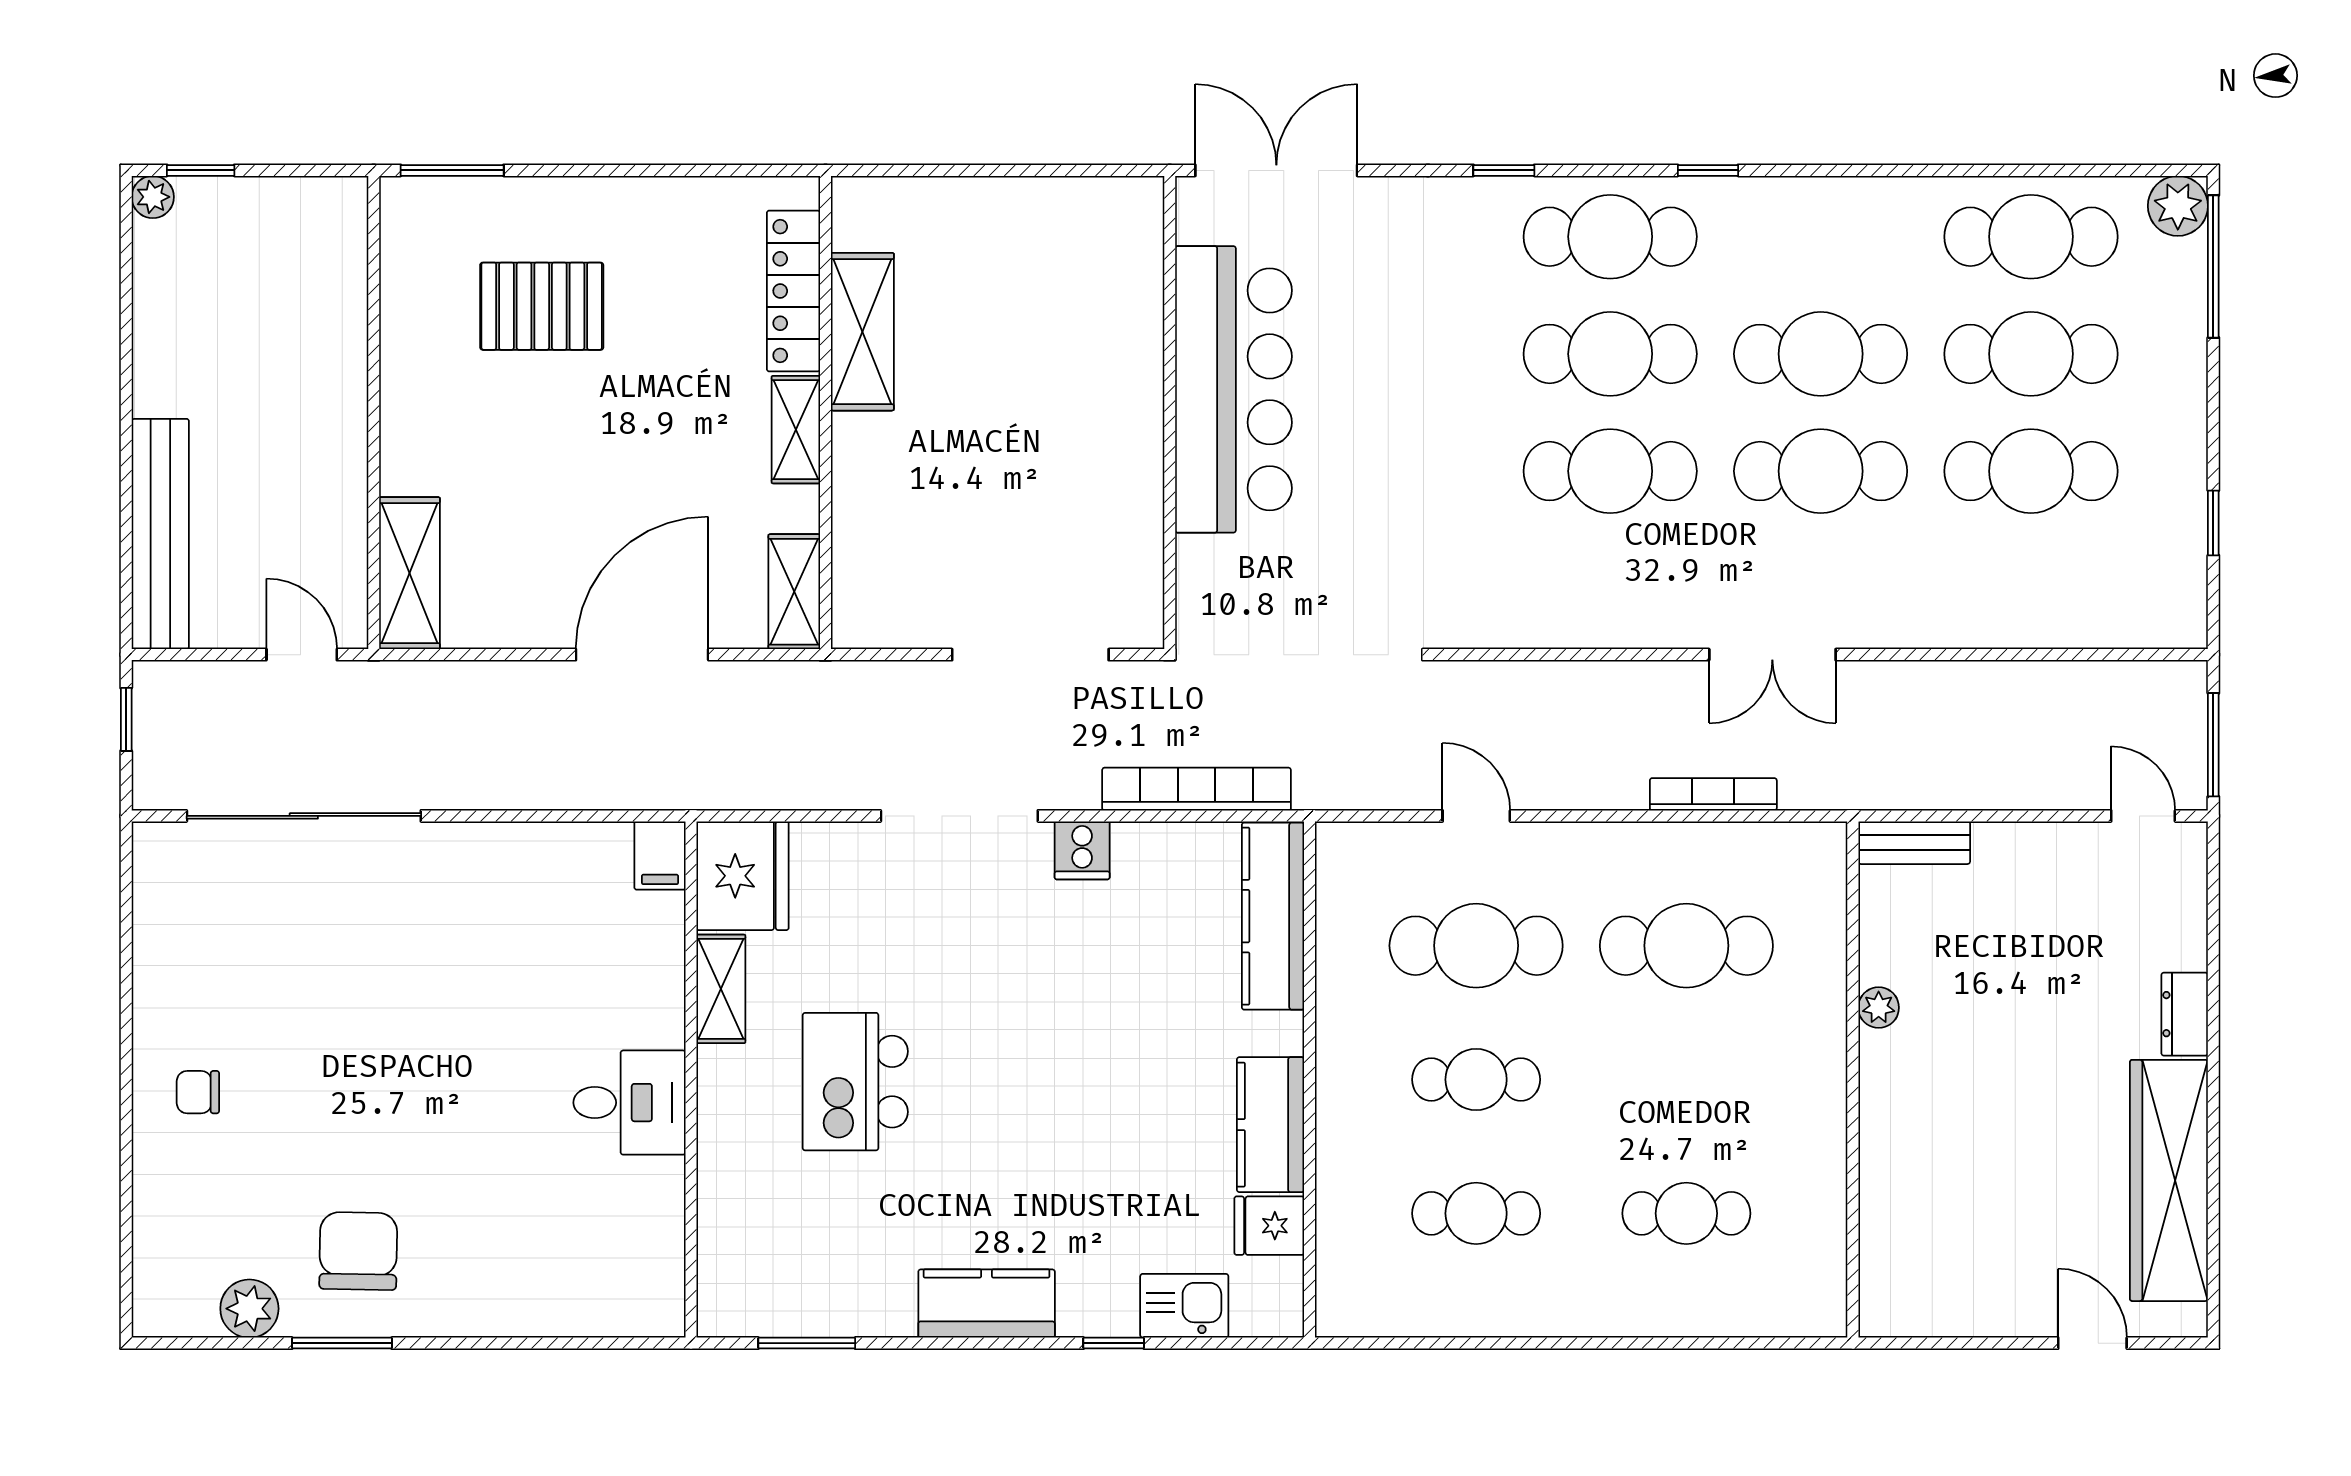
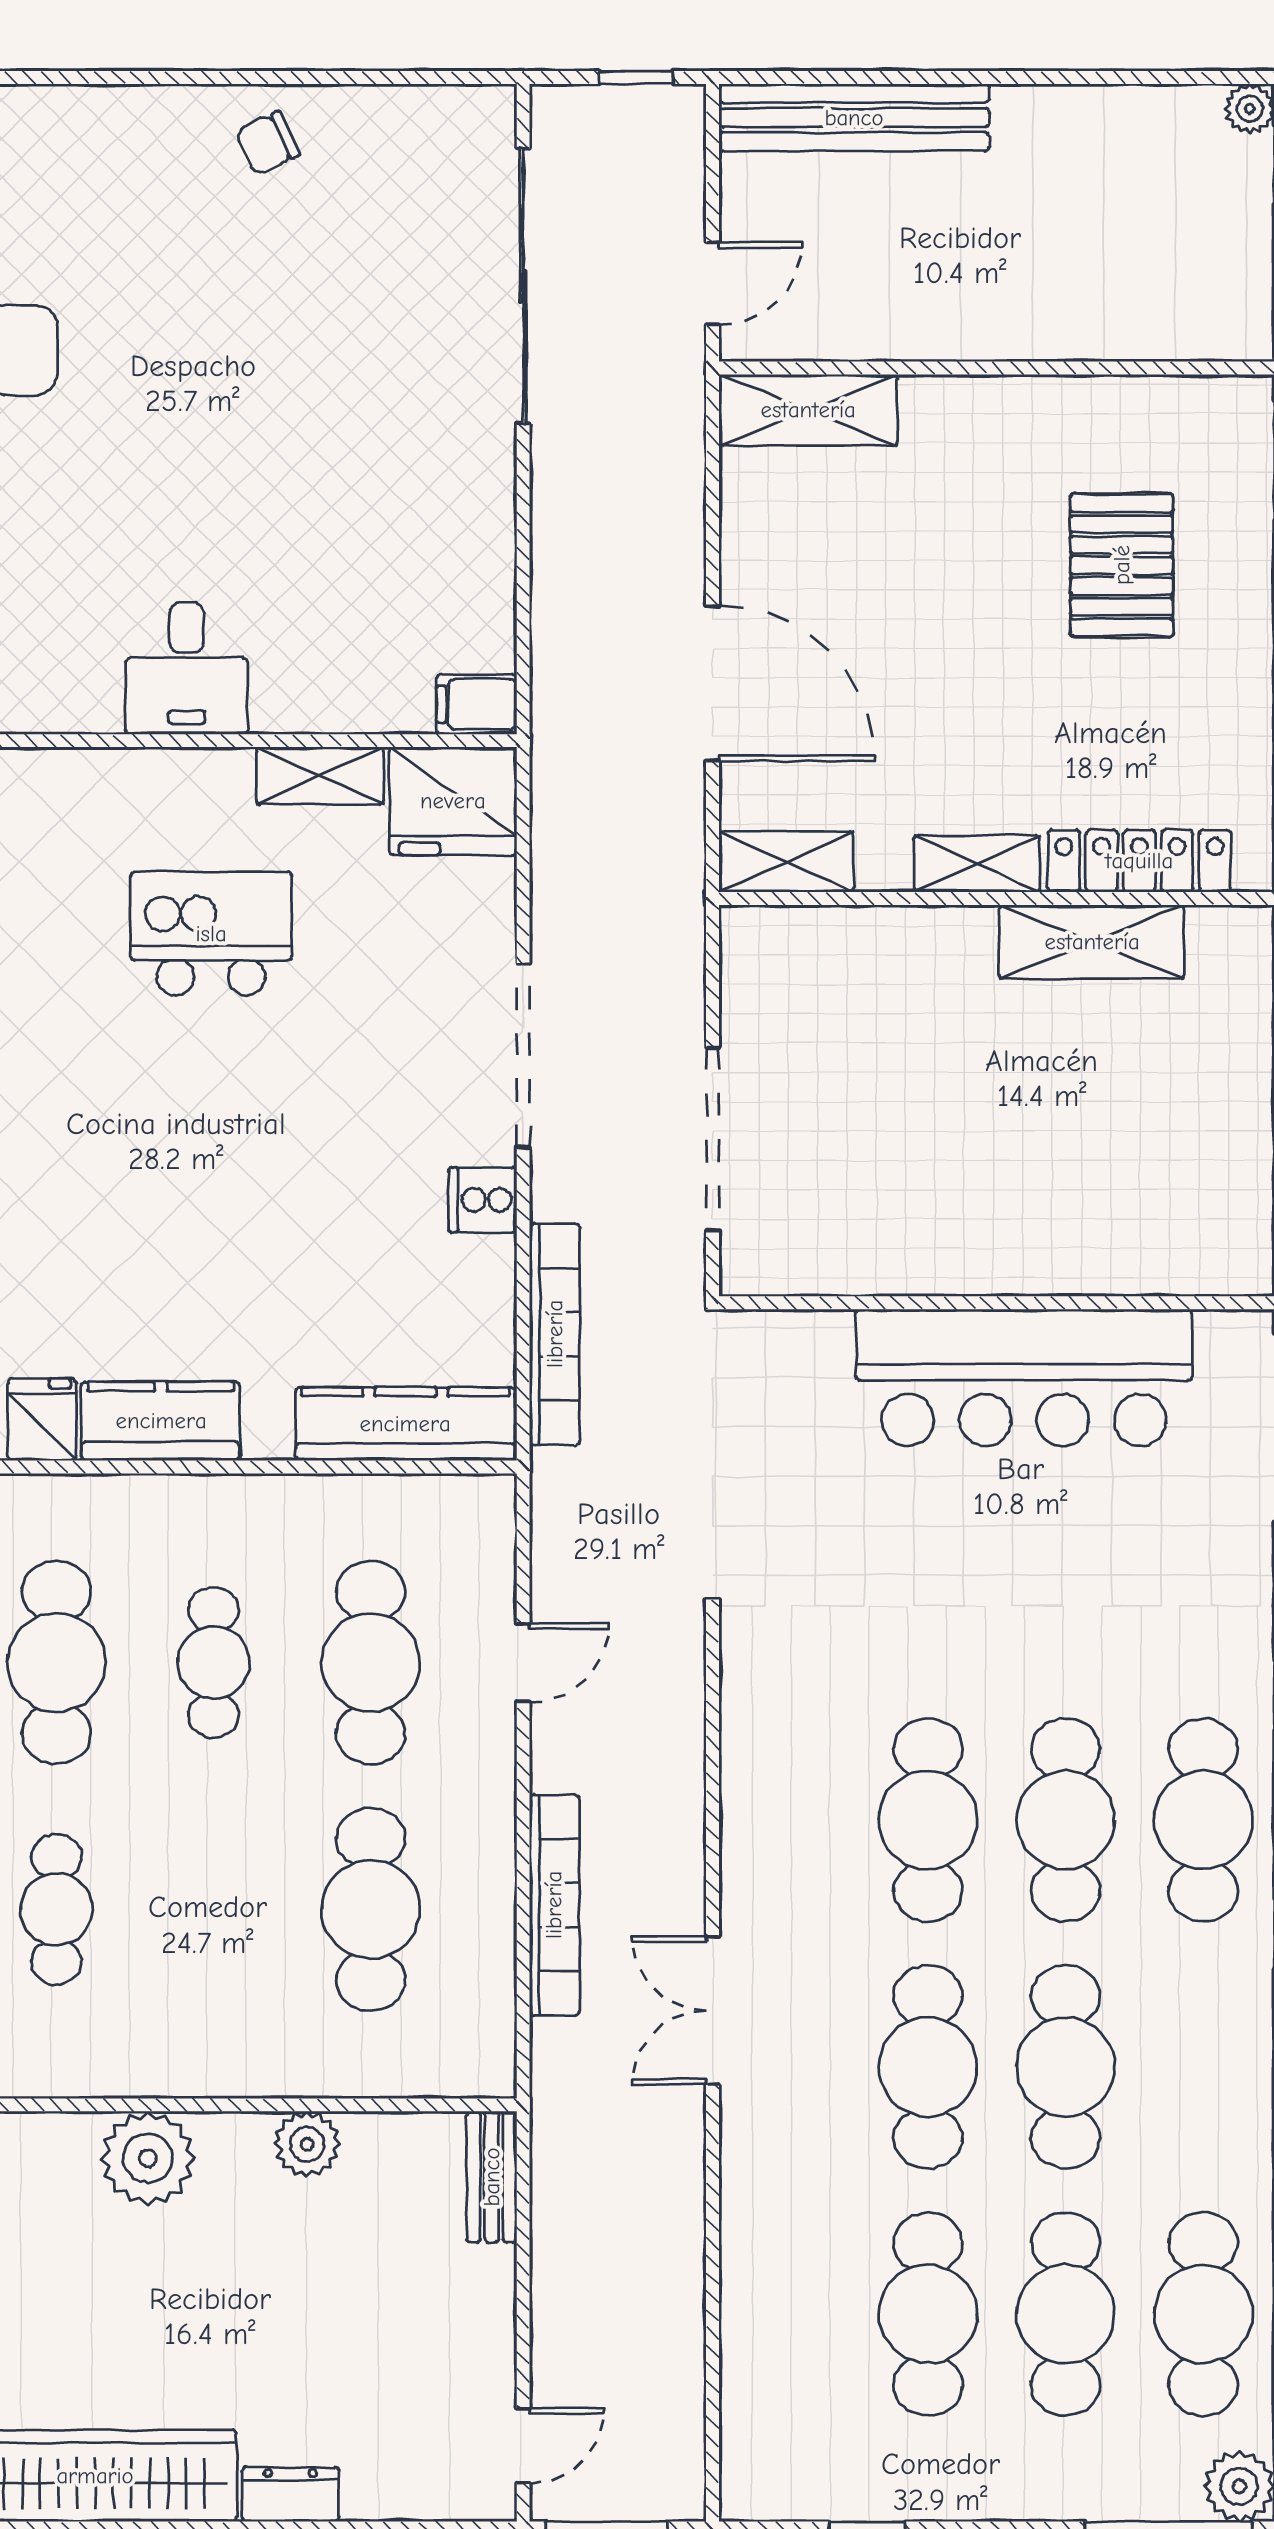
bookcase: (1713, 794) -> (554, 1905), width x1.48, depth x1.31
plant: (1879, 1008) -> (307, 2144), width x1.38, depth x1.38
chair: (198, 1092) -> (268, 143), moved, turned -115
plant: (1898, 1136) -> (148, 2158), added
cafe table: (1476, 1213) -> (56, 1662), width x1.37, depth x1.35

